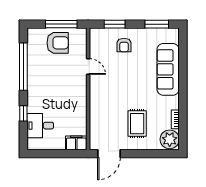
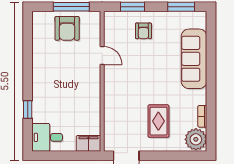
armchair: (58, 43) -> (67, 28), turned 90
window: (23, 67) -> (28, 56), removed
desk: (40, 126) -> (47, 137), moved

